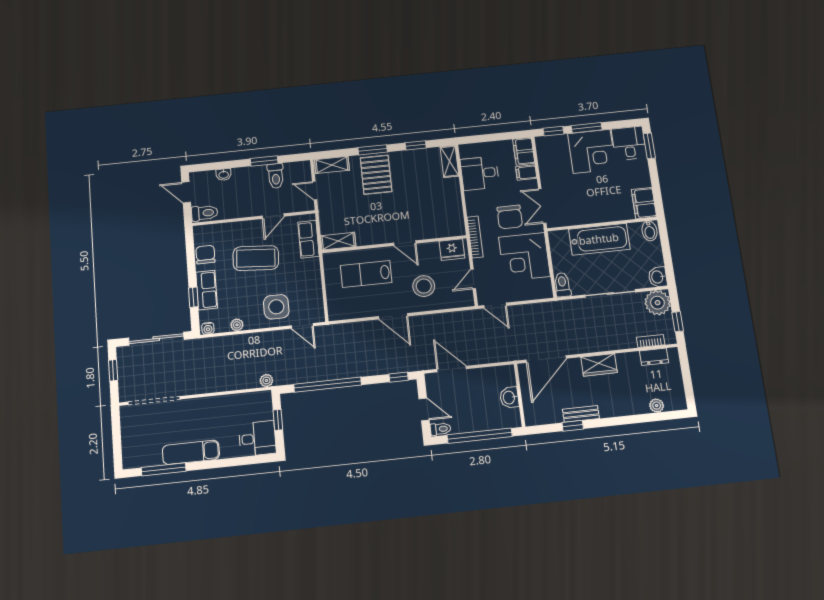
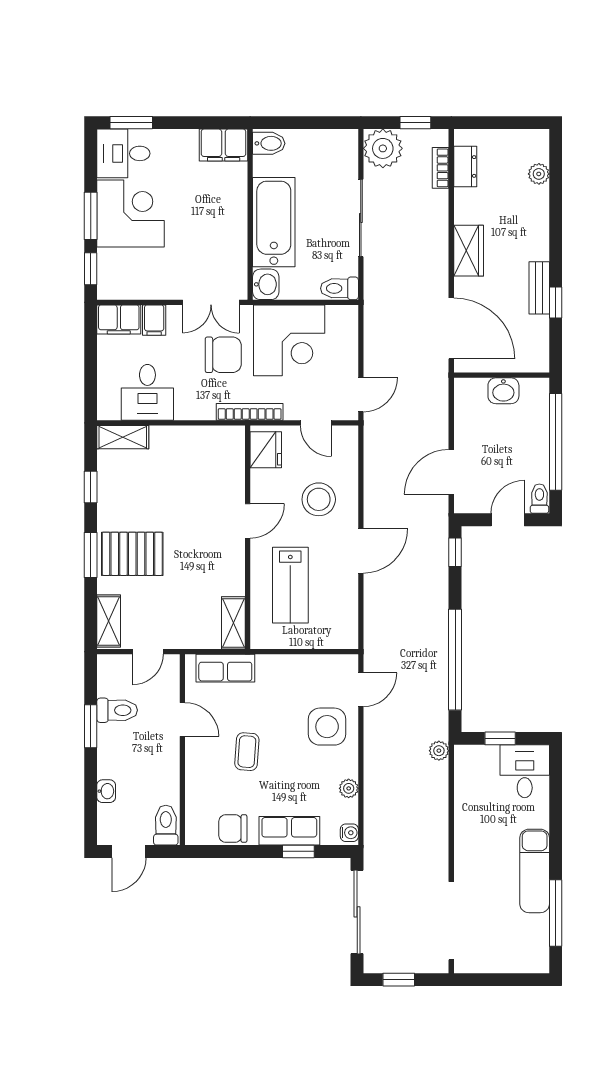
coffee table: (256, 258) -> (247, 752), width x0.54, depth x0.58
washbasin: (658, 277) -> (266, 284), moved, turned -90

